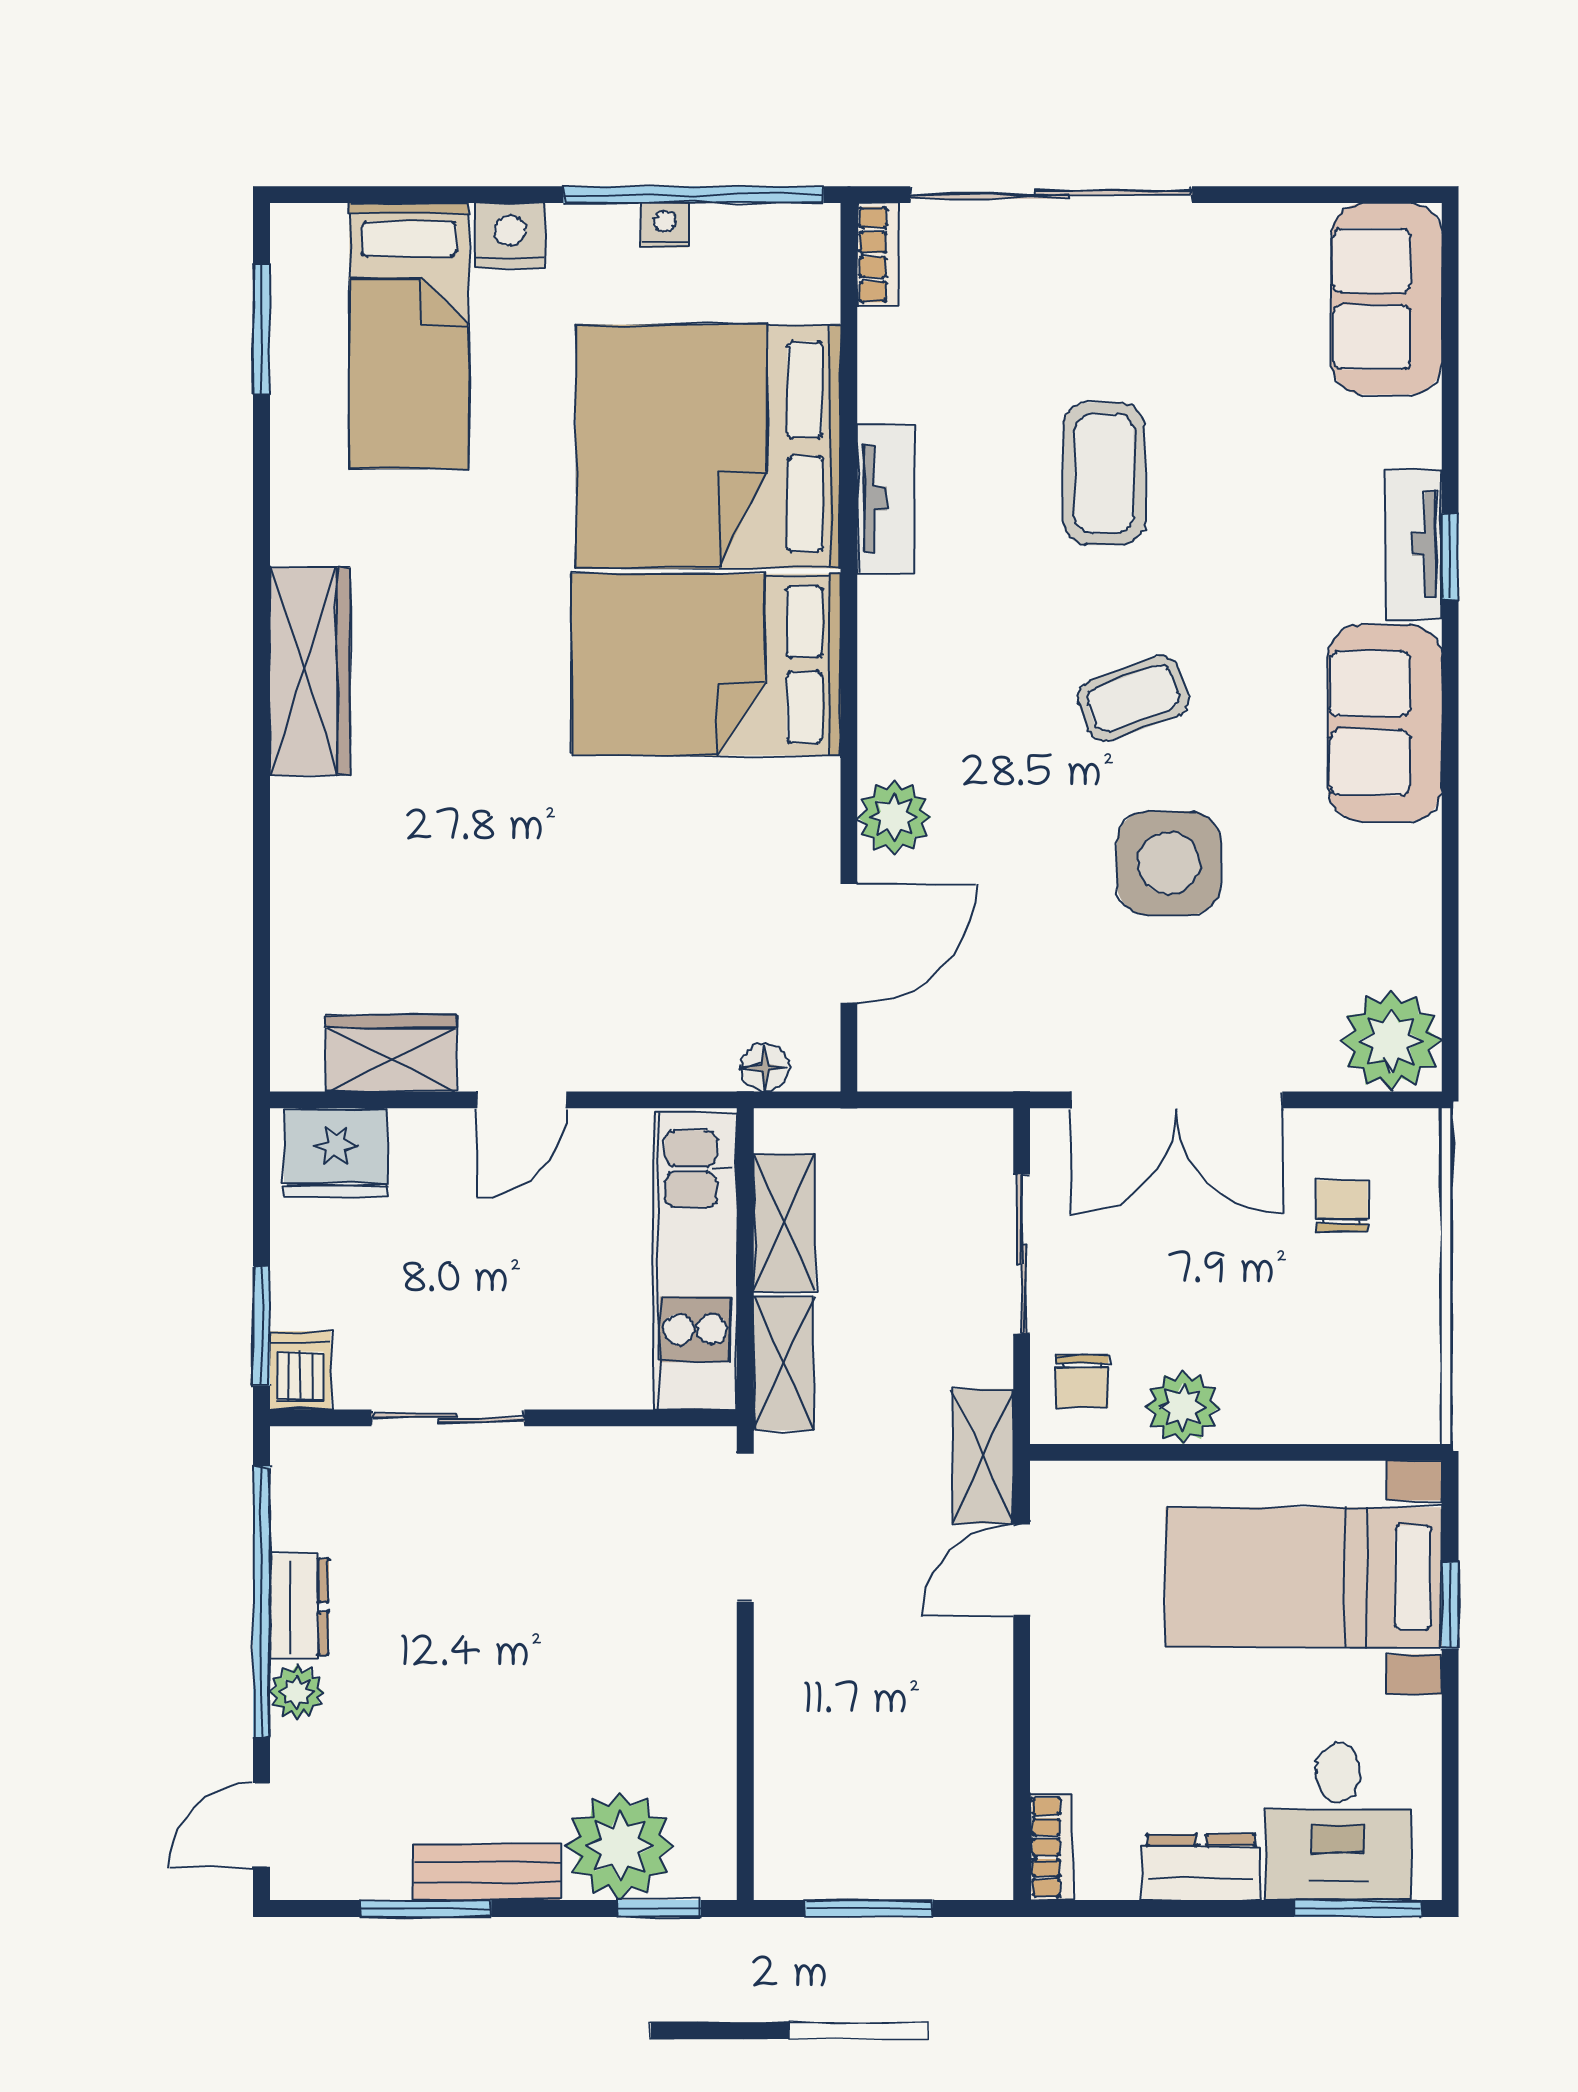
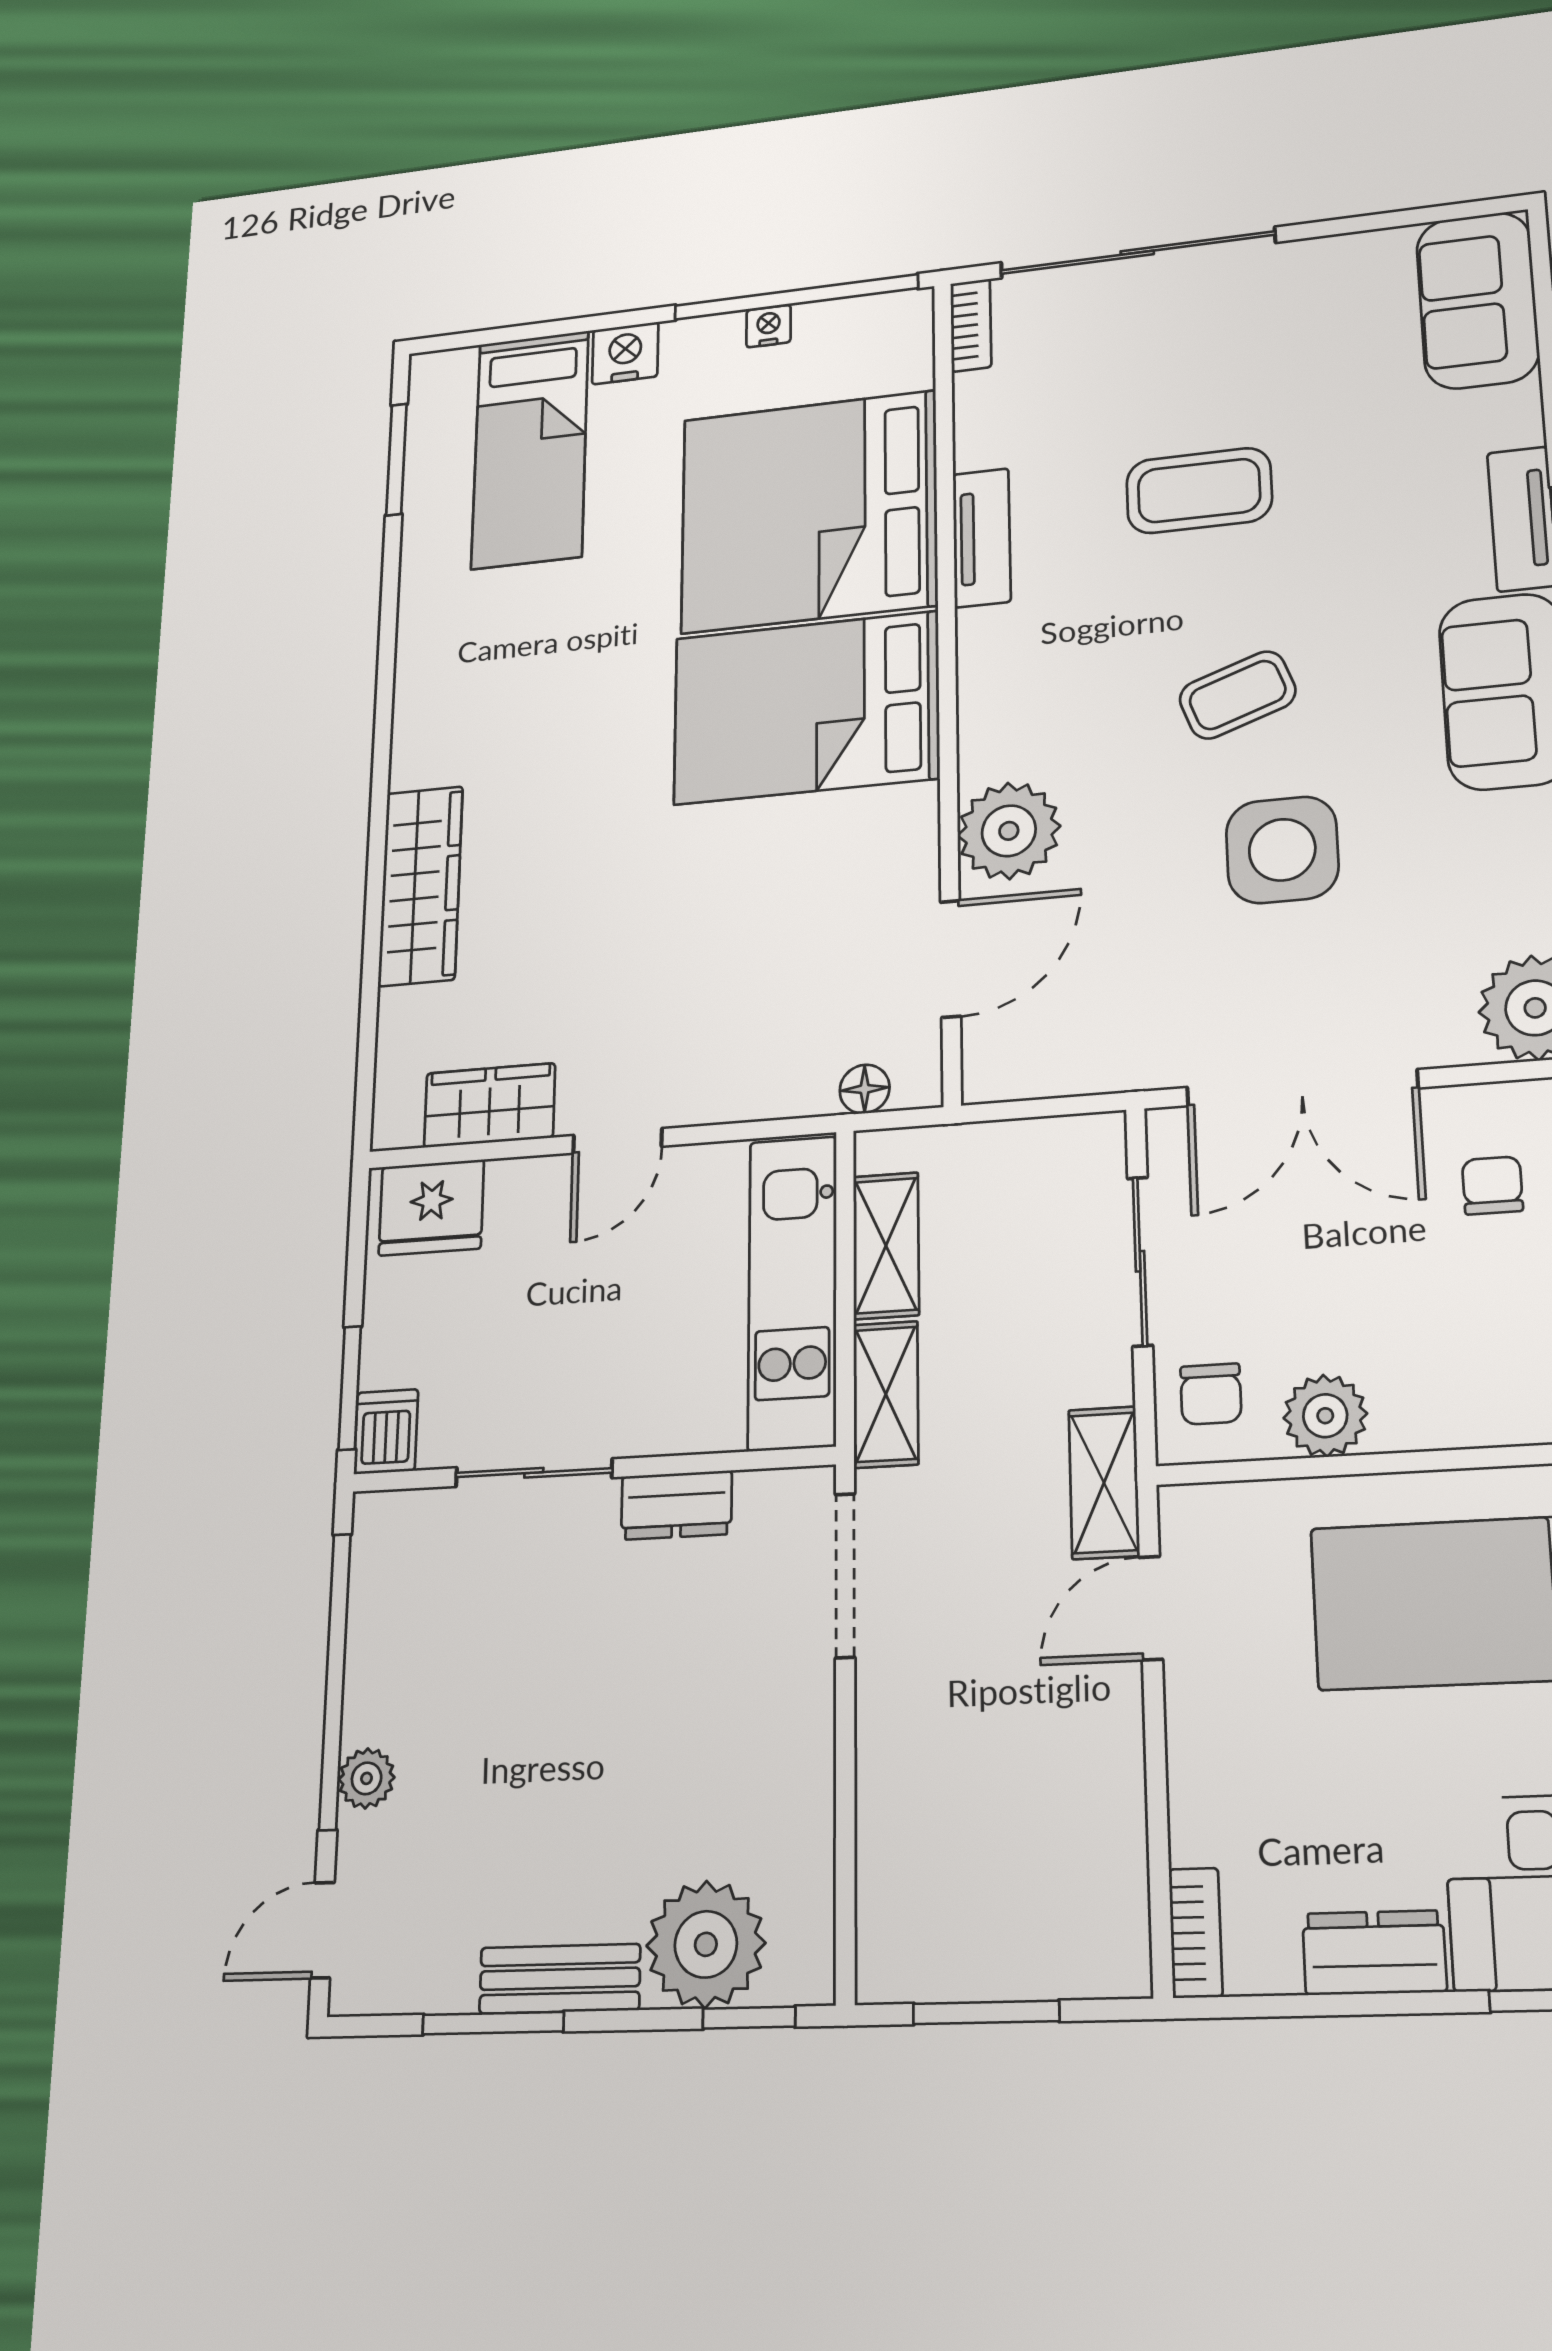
coffee table: (1104, 474) -> (1199, 491), turned 90
wardrobe: (310, 671) -> (421, 886), moved
plant: (894, 817) -> (1009, 831), width x1.36, depth x1.36
dresser: (299, 1607) -> (676, 1505), moved, turned 90

